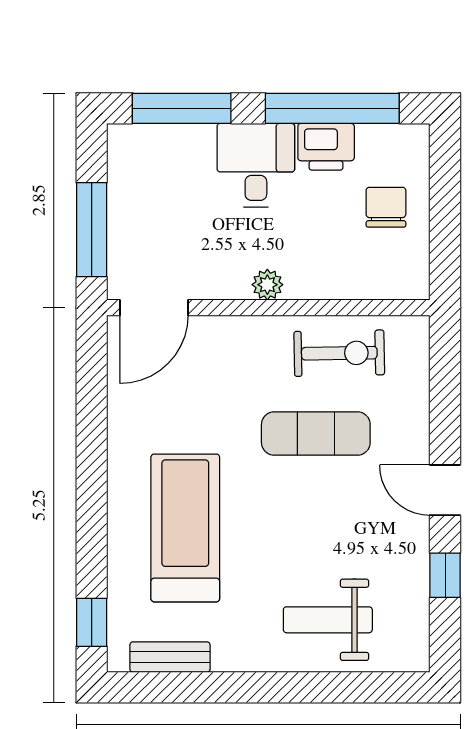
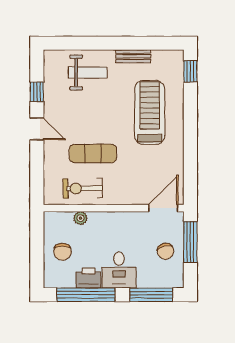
chair: (149, 208) -> (166, 251), added
plant: (267, 285) -> (80, 218), moved
treadmill: (185, 528) -> (150, 112), turned 180
bench: (170, 657) -> (133, 56), moved

